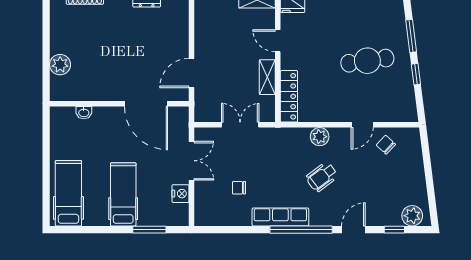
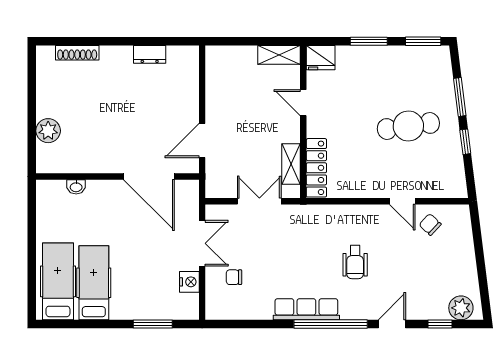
shelving: (267, 77) -> (291, 164), moved
door: (362, 125) -> (402, 201), hinge flipped
plant: (320, 137) -> (352, 215), removed
wheelchair: (322, 177) -> (355, 262), turned -53
chair: (239, 188) -> (234, 277), moved
hospital bed: (123, 194) -> (94, 283), moved

